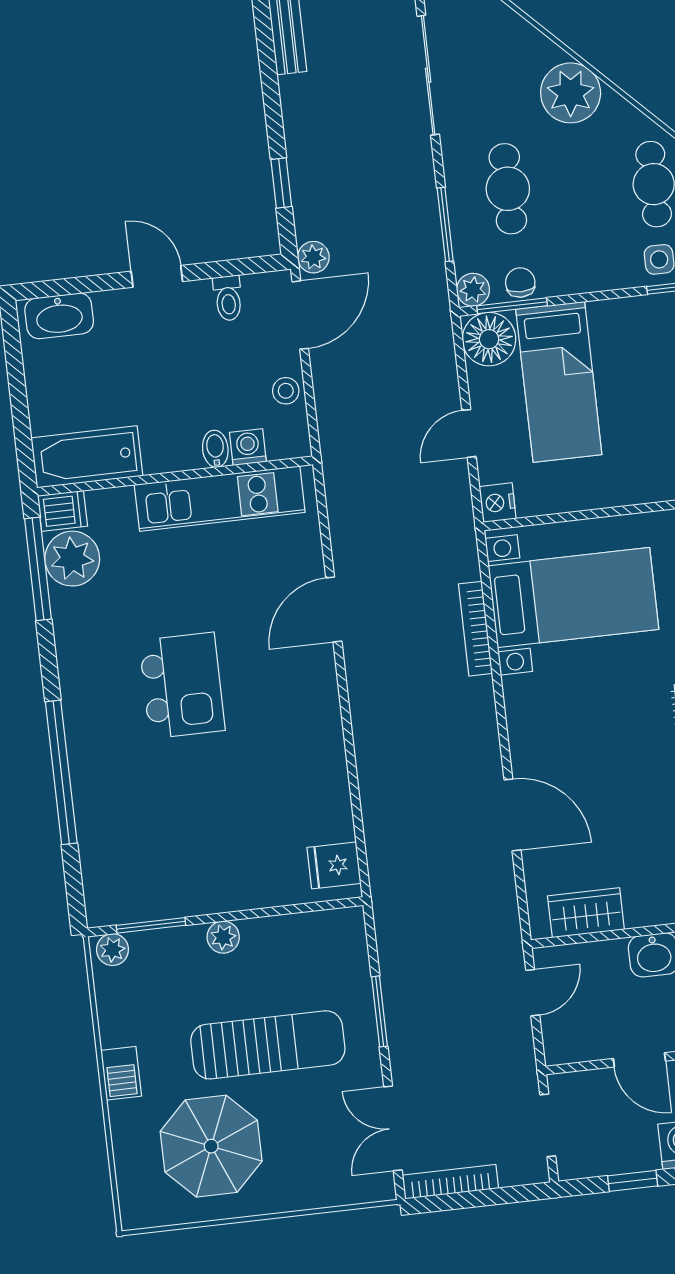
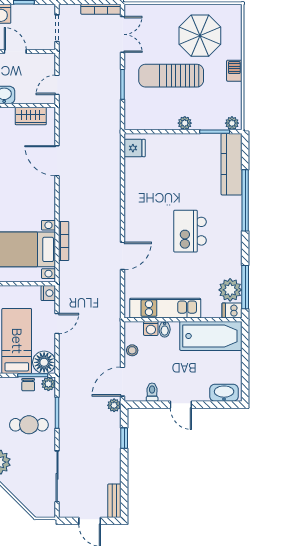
cafe table: (508, 189) -> (29, 425), turned 90
bathtub: (87, 457) -> (211, 336), width x1.36, depth x1.36
kitchen counter: (103, 853) -> (232, 164), added

